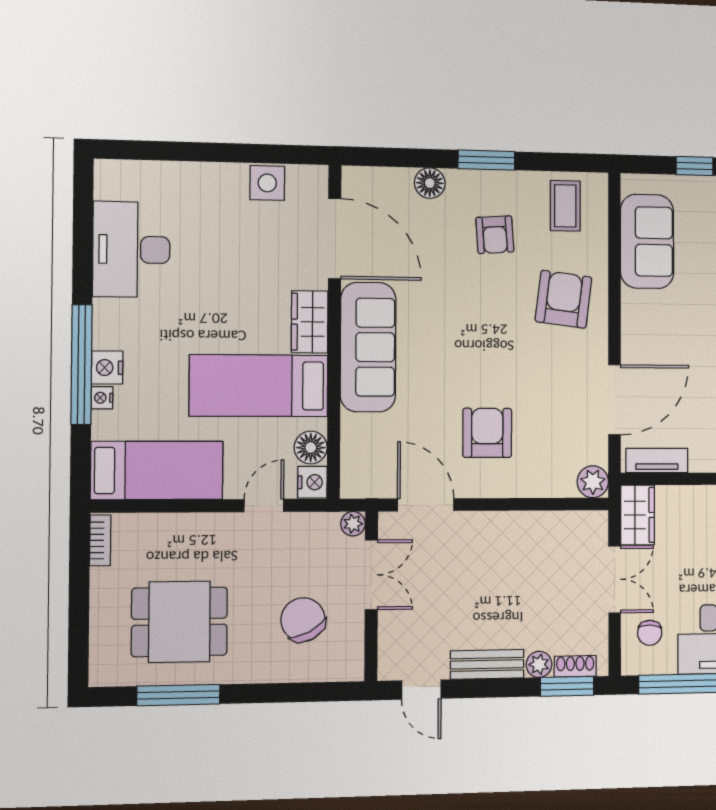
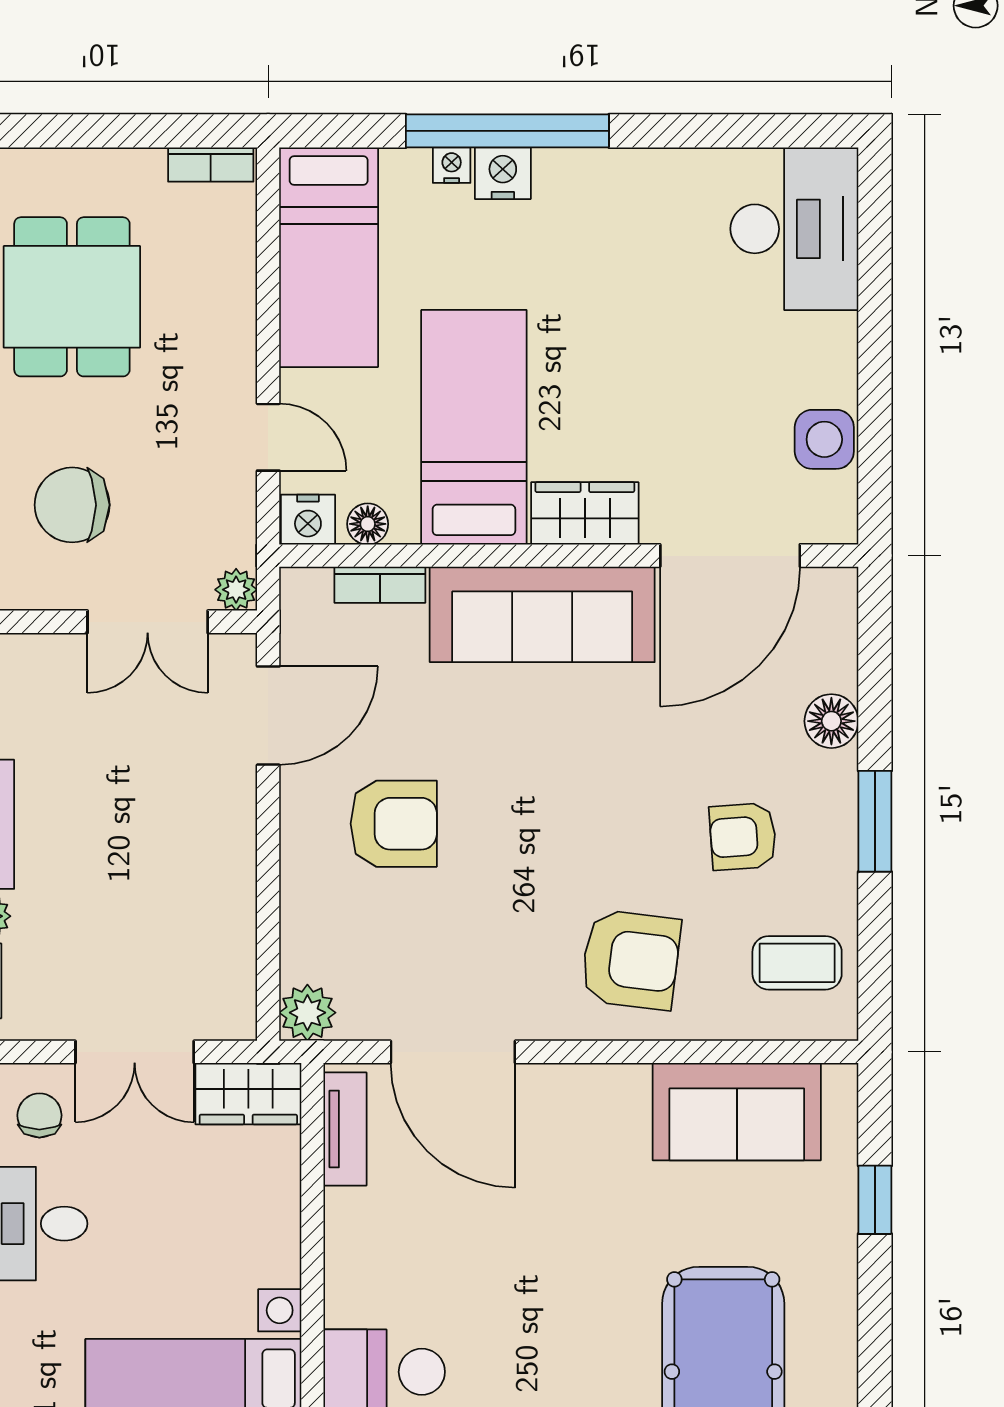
desk: (131, 249) -> (794, 229), moved, turned 90
bookcase: (351, 441) -> (380, 585), added
floor lamp: (311, 448) -> (368, 524), width x0.73, depth x0.73
chair: (303, 620) -> (72, 505), turned -152
chair: (650, 633) -> (39, 1115), turned 87

